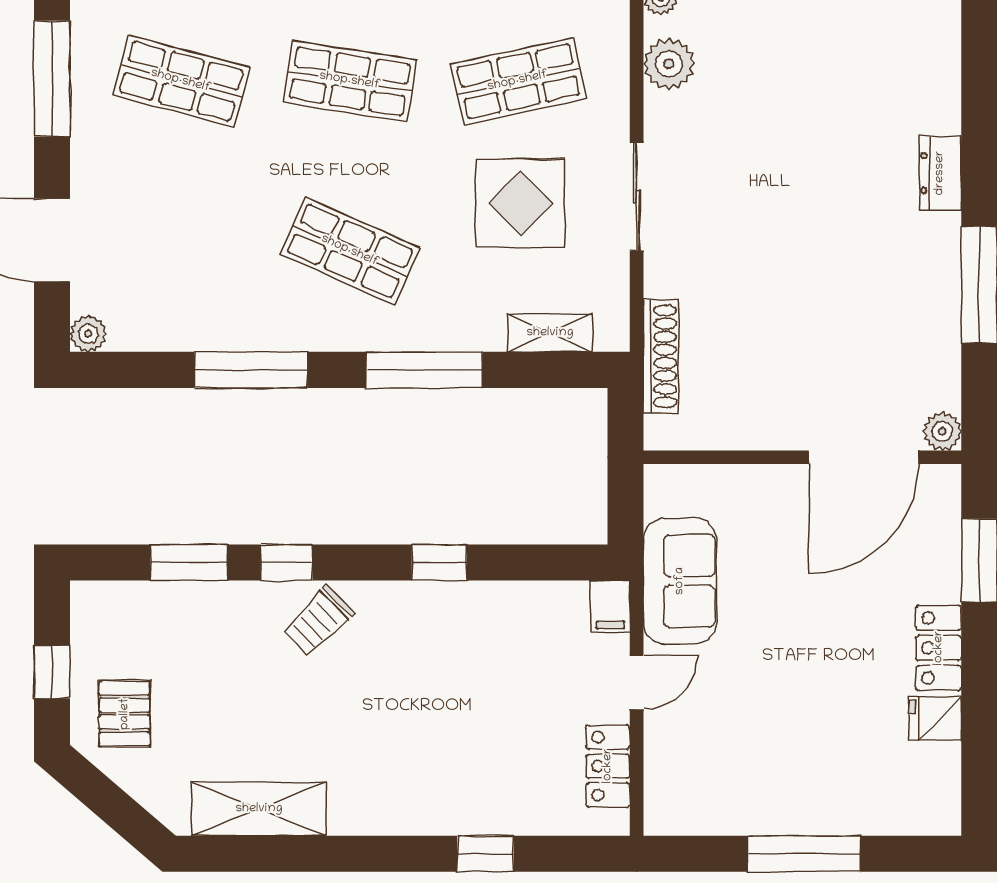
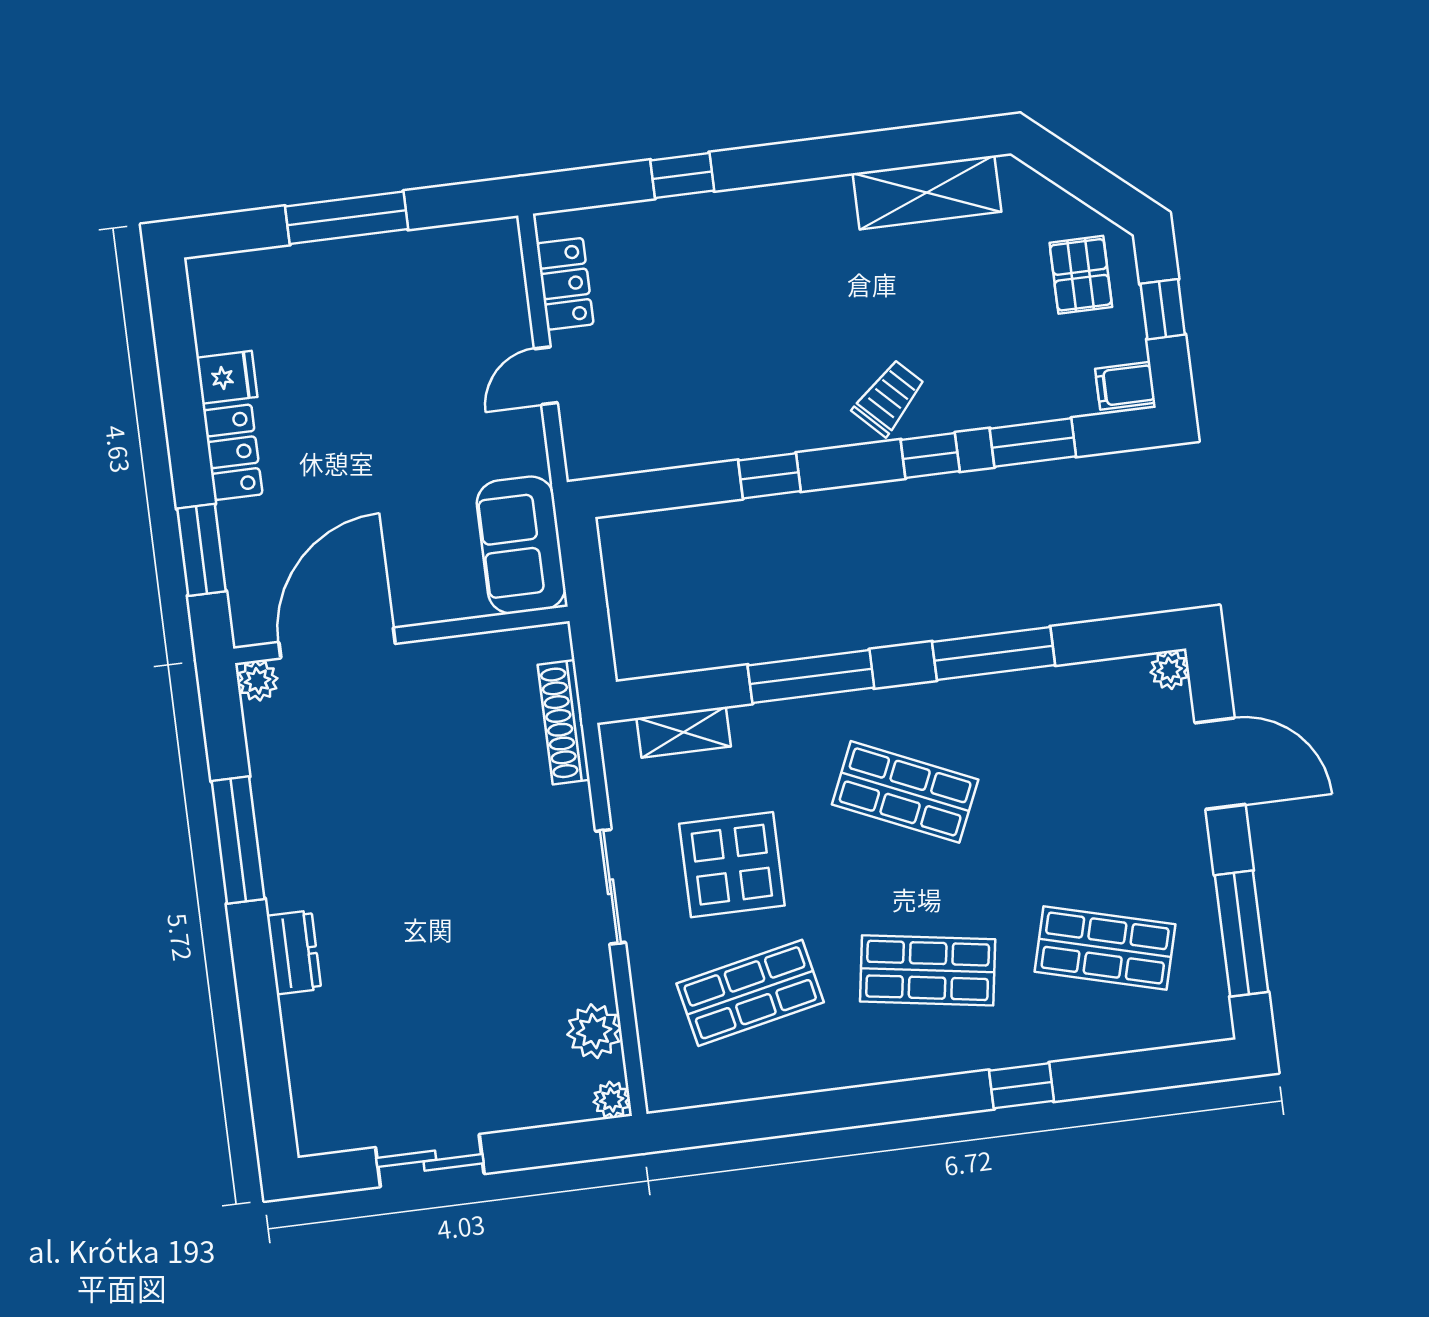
sofa: (680, 581) -> (521, 545), moved
filing cabinet: (610, 607) -> (1125, 386), moved, turned -90

